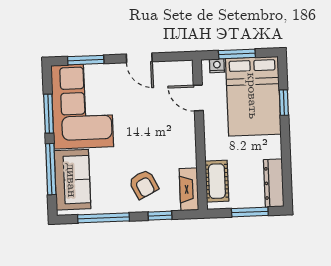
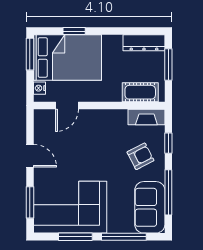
window: (237, 54) -> (30, 54), moved
door: (139, 58) -> (30, 156), hinge flipped
sofa: (72, 180) -> (150, 207), moved, turned -90

